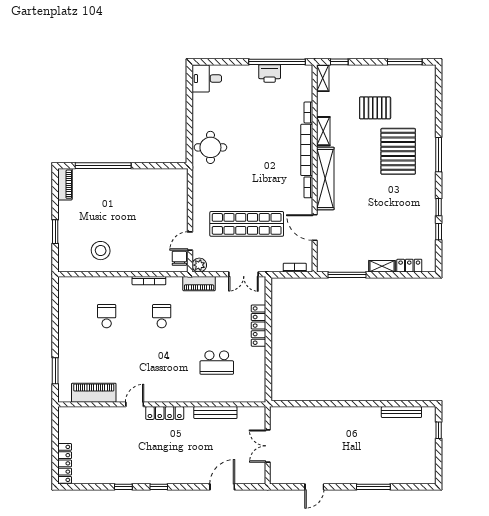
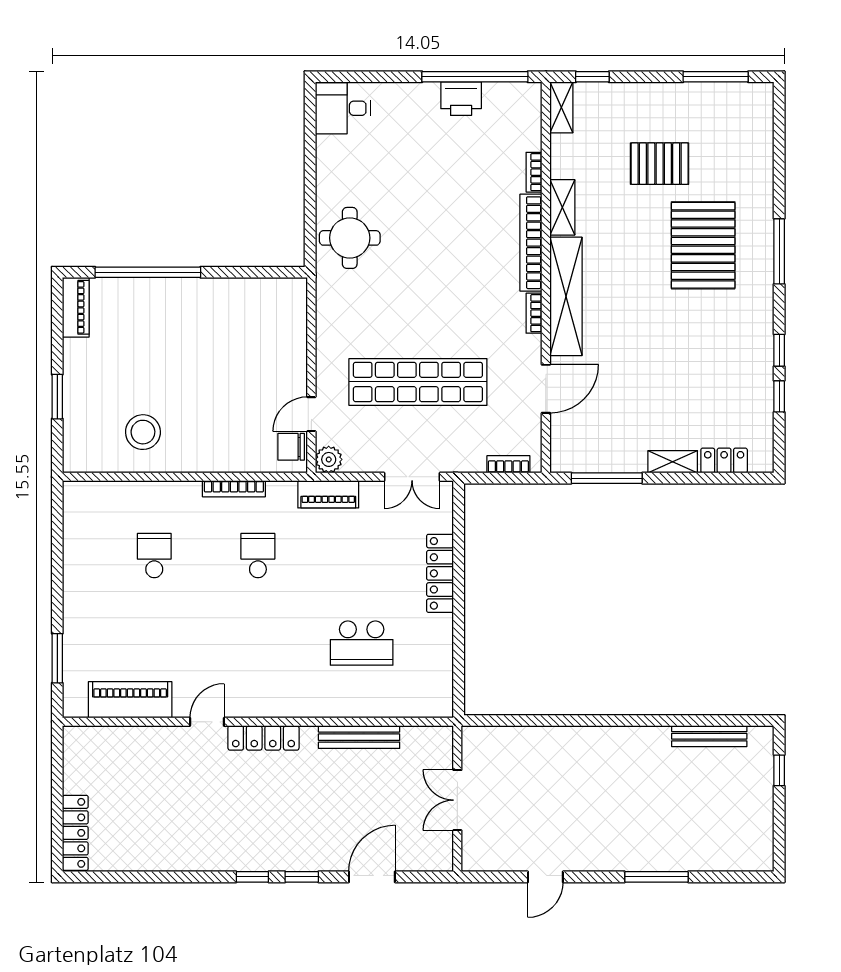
door: (315, 228) -> (546, 389), swing flipped
chair: (179, 258) -> (291, 447), turned -90
window: (123, 487) -> (302, 877), moved

